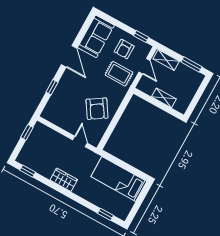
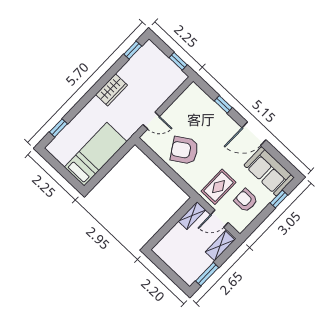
window: (141, 37) -> (279, 199), moved
shelving: (164, 98) -> (192, 216), moved

